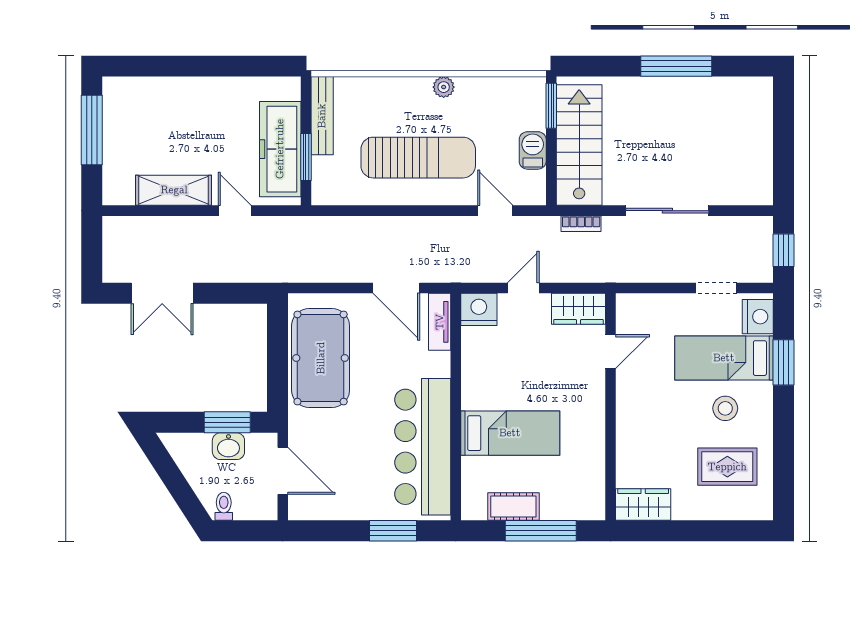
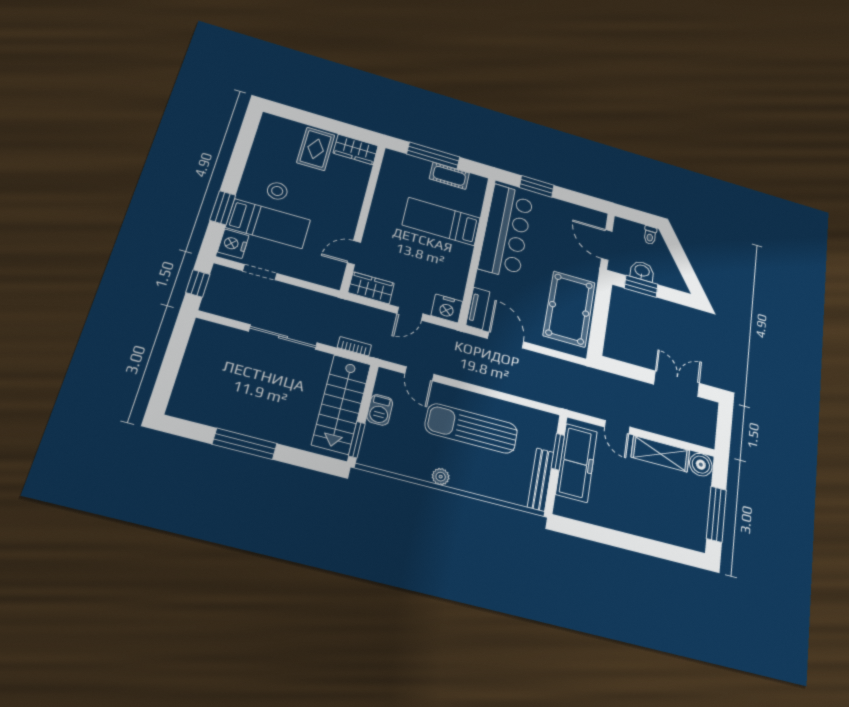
boiler: (118, 190) -> (701, 465), added
rug: (727, 467) -> (316, 149), moved, turned 90

